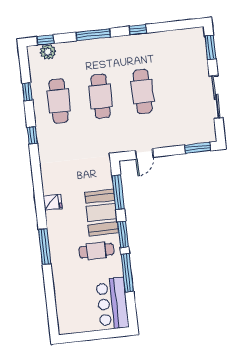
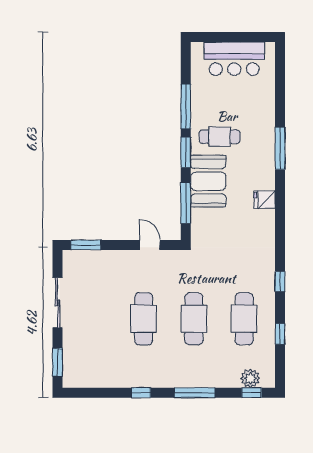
door: (144, 154) -> (150, 245), hinge flipped
bar counter: (112, 304) -> (234, 59), moved, turned 90

